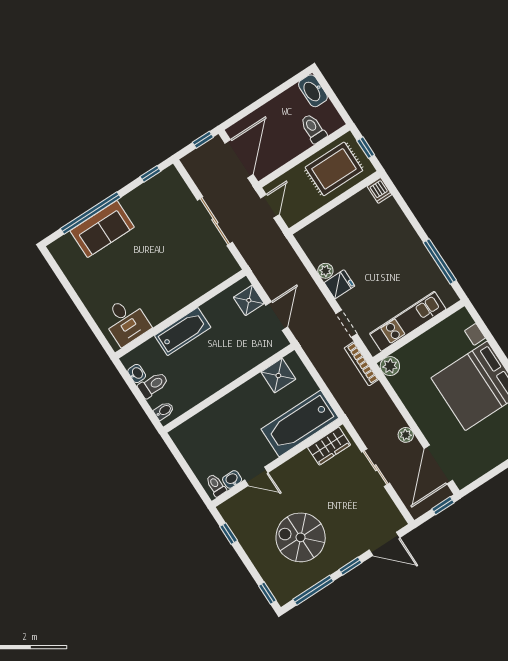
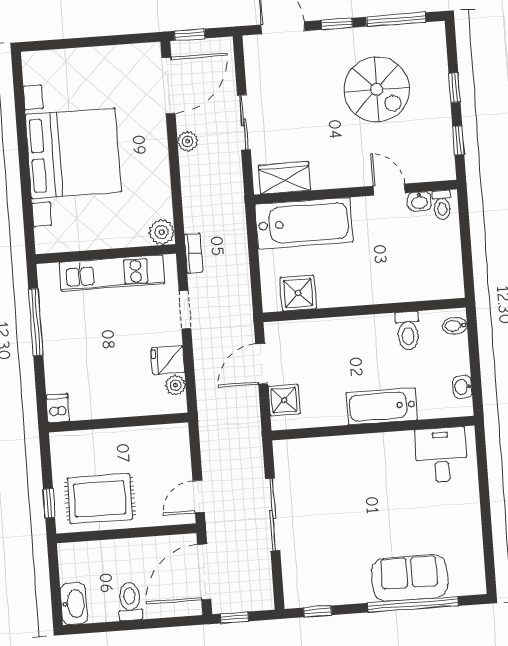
toilet: (313, 129) -> (130, 601), moved, turned 180
dishwasher: (379, 190) -> (58, 408), moved
wall: (335, 203) -> (118, 423), moved
bookcase: (361, 364) -> (194, 253), width x0.64
toilet: (153, 385) -> (408, 331), moved, turned -90
window: (267, 593) -> (454, 88), moved

